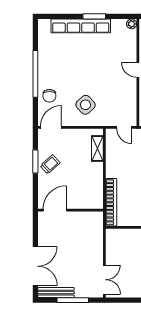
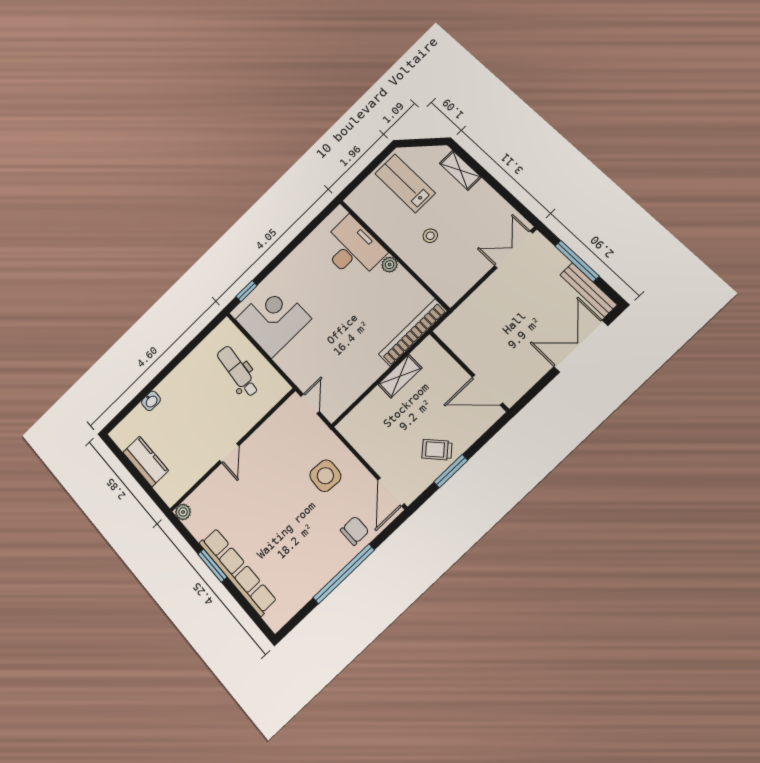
side table: (86, 105) -> (325, 476), turned 45
door: (51, 127) -> (391, 492), hinge flipped
shelving: (97, 149) -> (400, 376), moved

